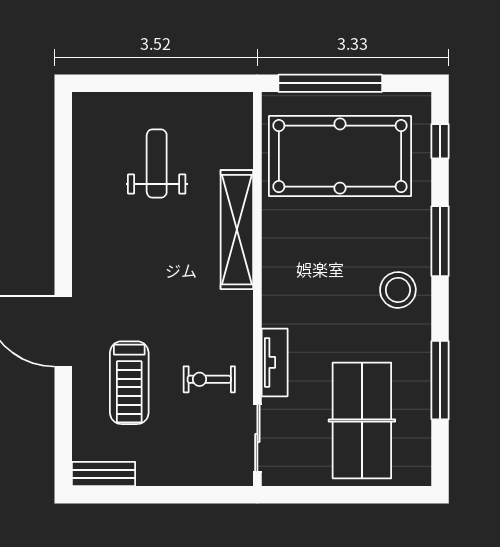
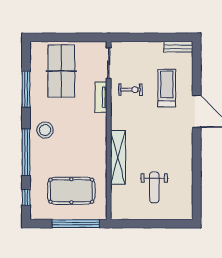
pool table: (340, 156) -> (71, 191), width x0.73, depth x0.76
window: (440, 241) -> (26, 152), width x1.46

